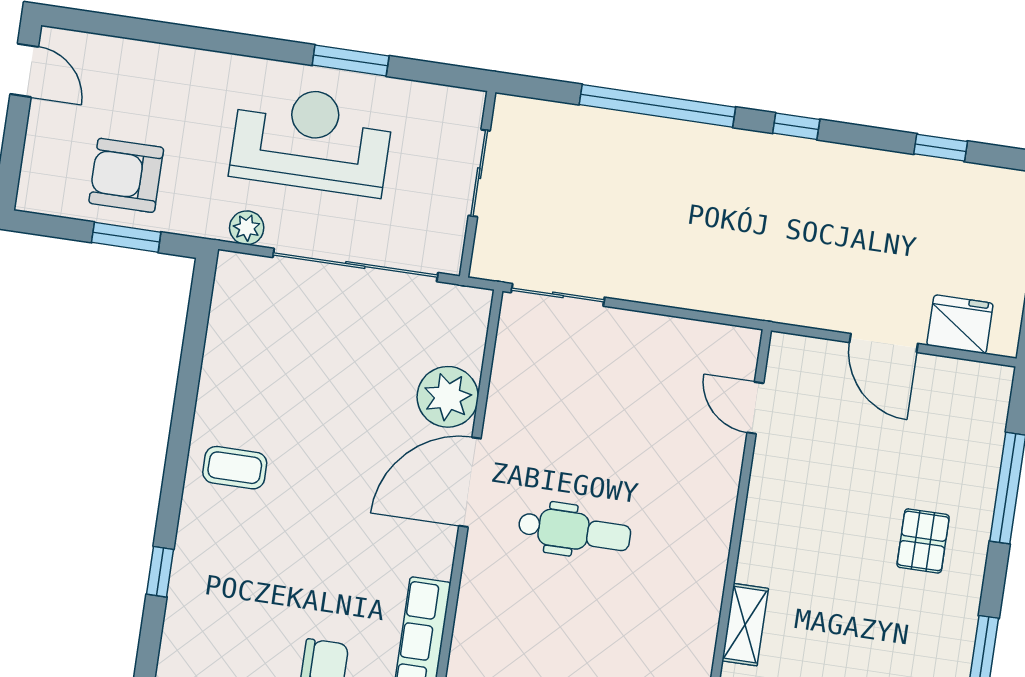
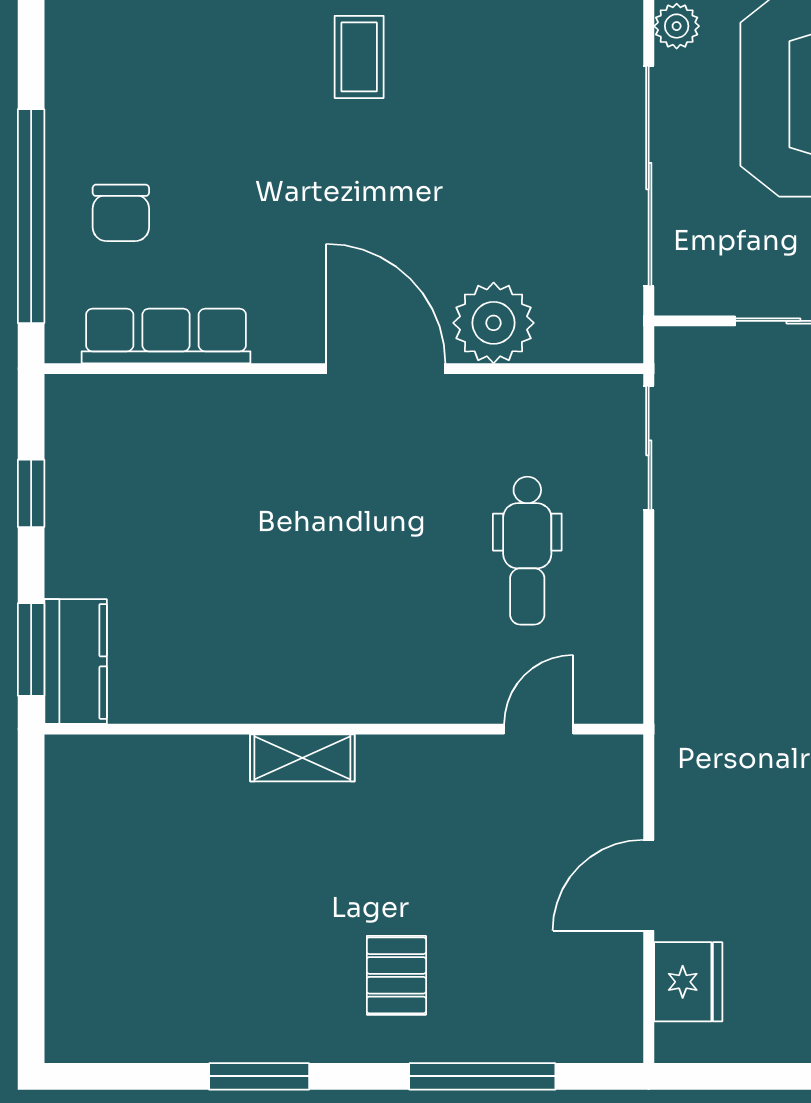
dental chair: (574, 531) -> (527, 551), moved
pallet: (923, 541) -> (396, 975), turned 90
shelving: (745, 625) -> (302, 758), moved

